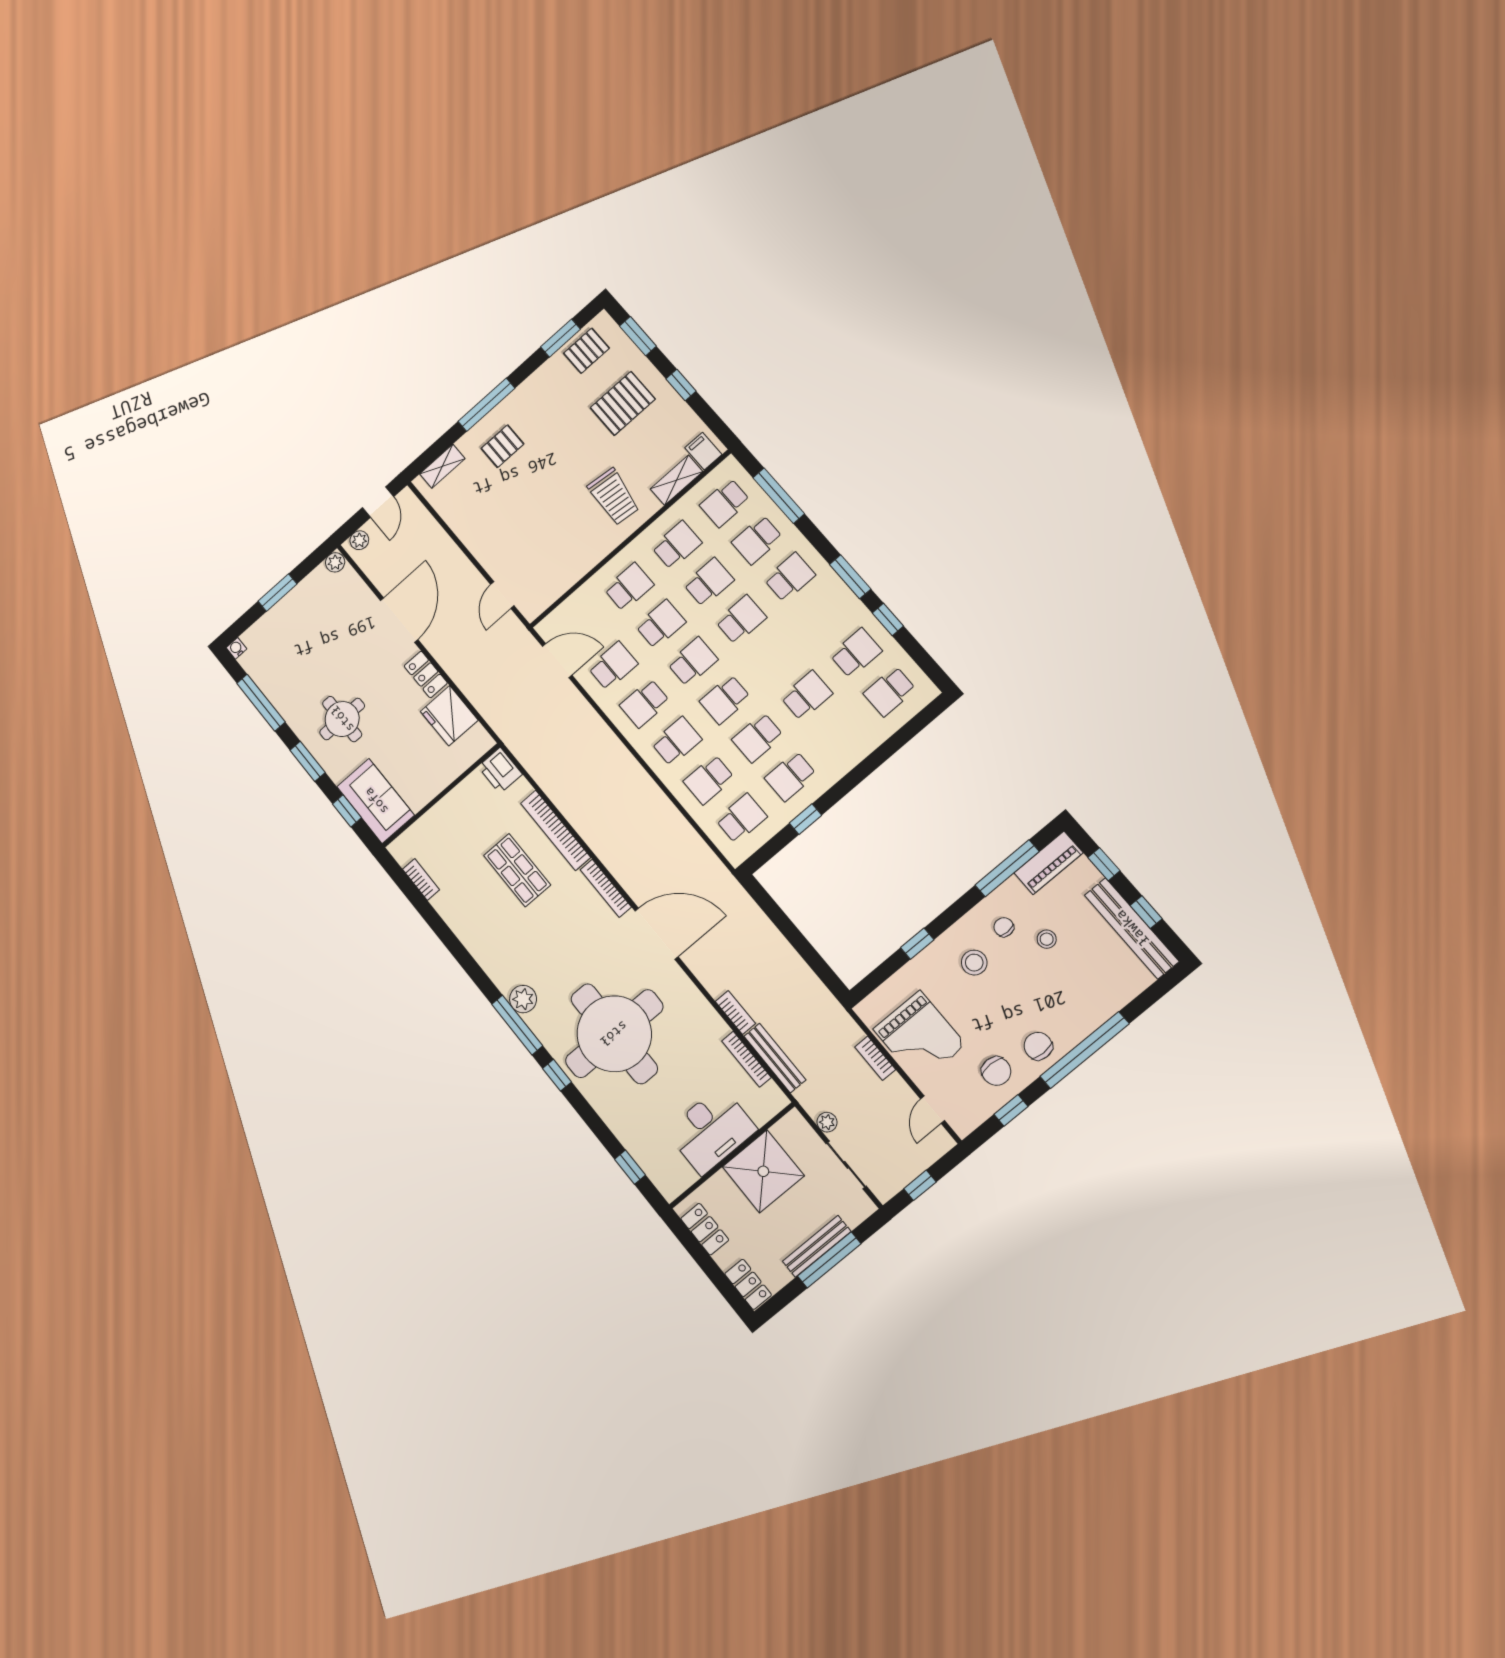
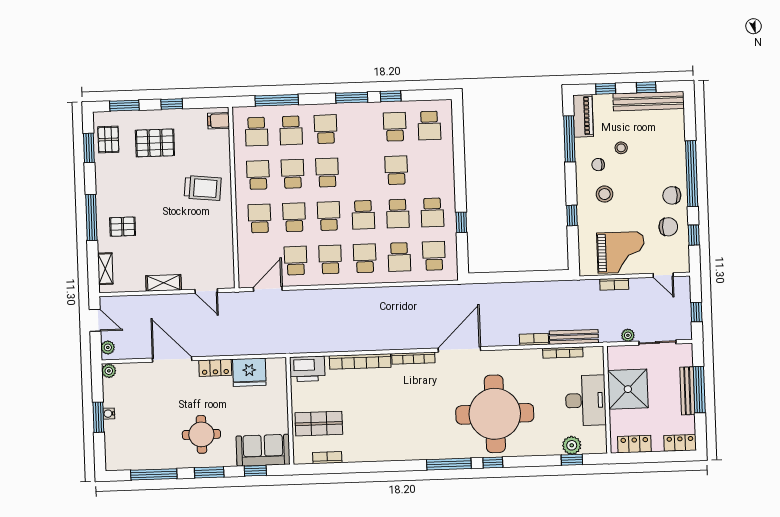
pallet: (623, 403) -> (155, 143), turned 90
pallet: (503, 446) -> (123, 227), turned 90
shelving: (676, 480) -> (164, 283), moved, turned 90
water cooler: (236, 648) -> (109, 414), moved
school desk: (645, 703) -> (330, 259), turned 180
printer: (500, 770) -> (307, 369), width x1.37, depth x1.19
shop shelf: (517, 870) -> (319, 424), moved
plant: (523, 999) -> (572, 445), moved

